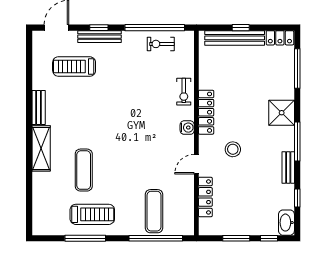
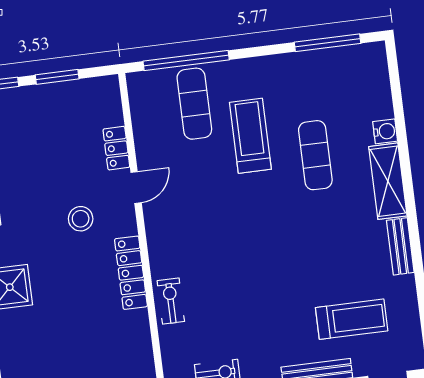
water cooler: (187, 128) -> (385, 131), moved, turned 180
locker: (205, 197) -> (116, 148), width x0.66
treadmill: (92, 214) -> (250, 136), moved, turned 90
window: (85, 238) -> (327, 43), moved

